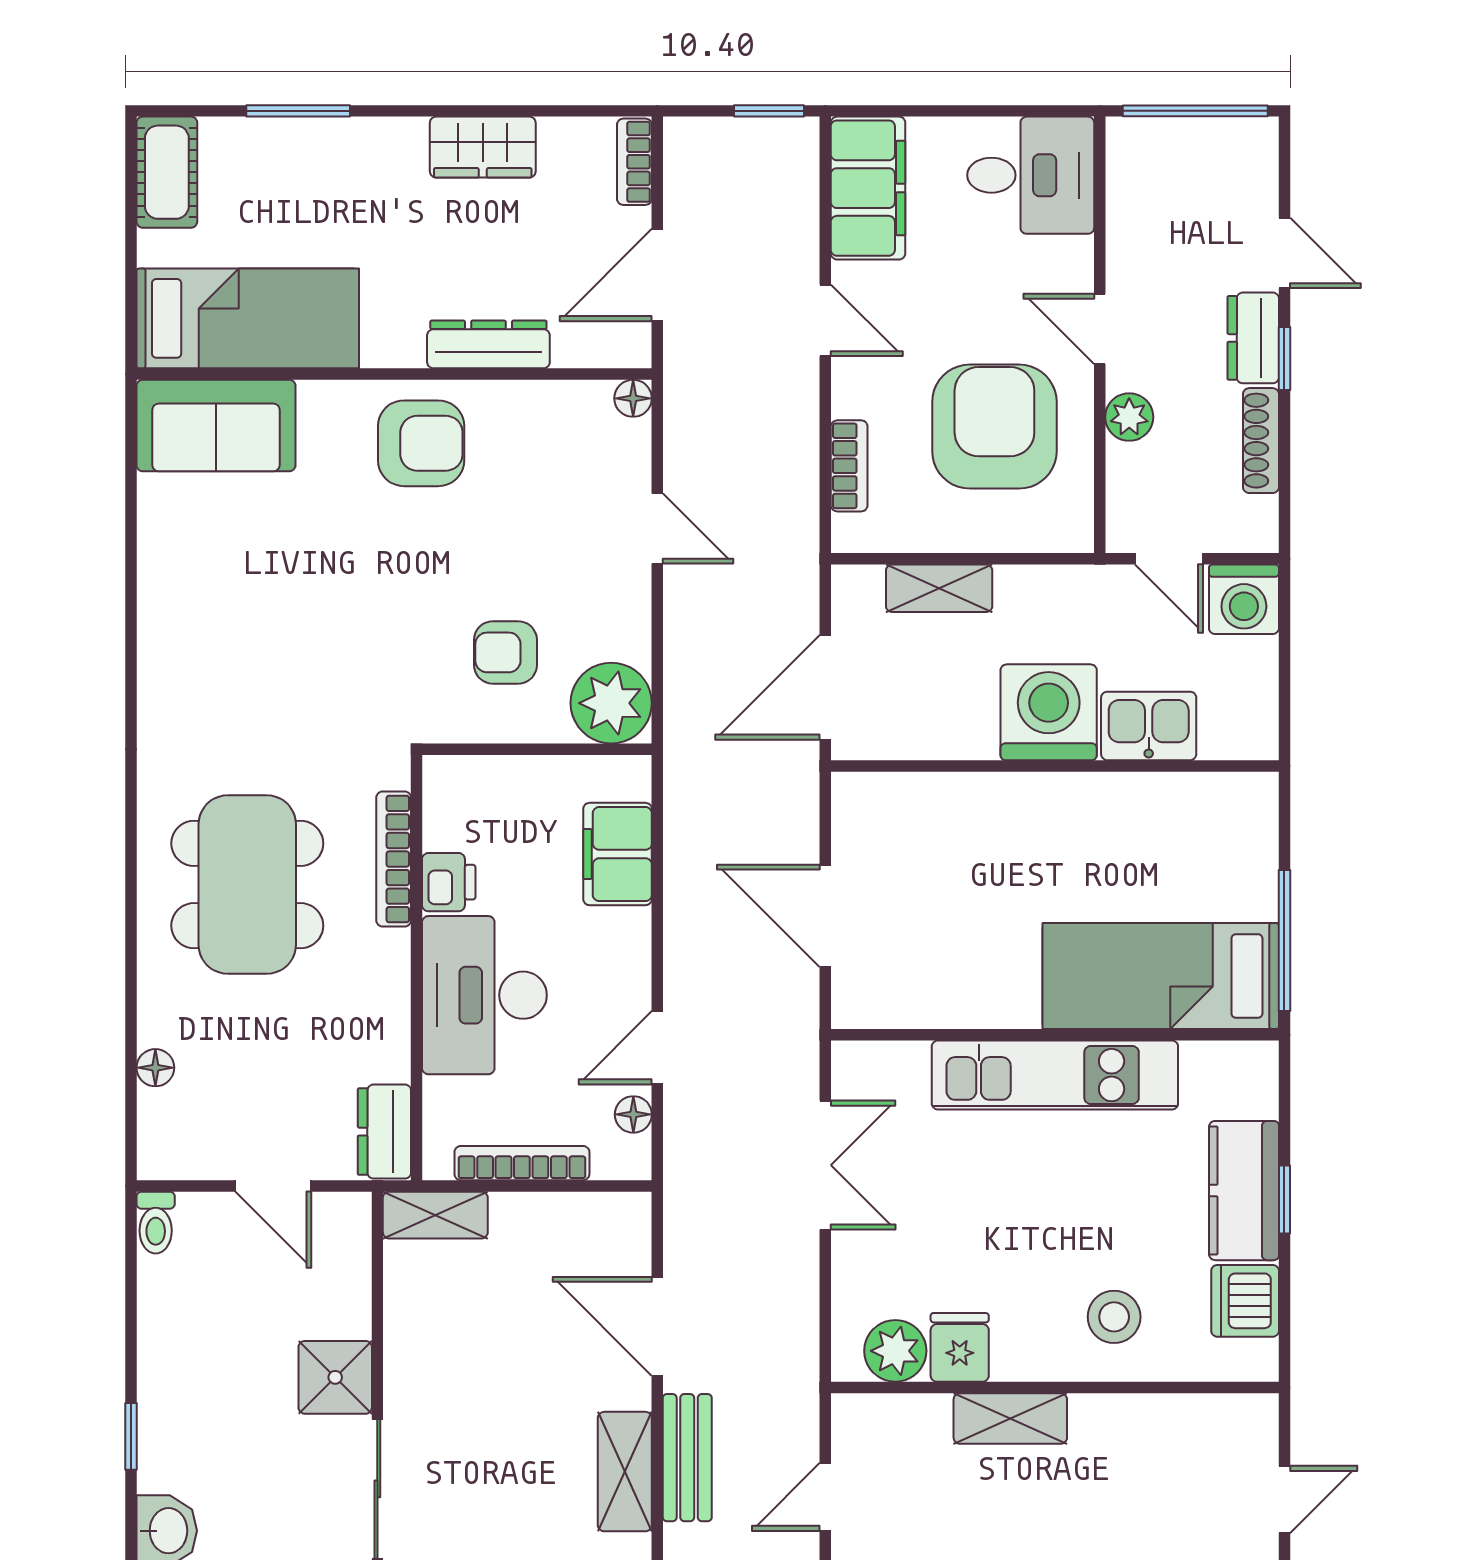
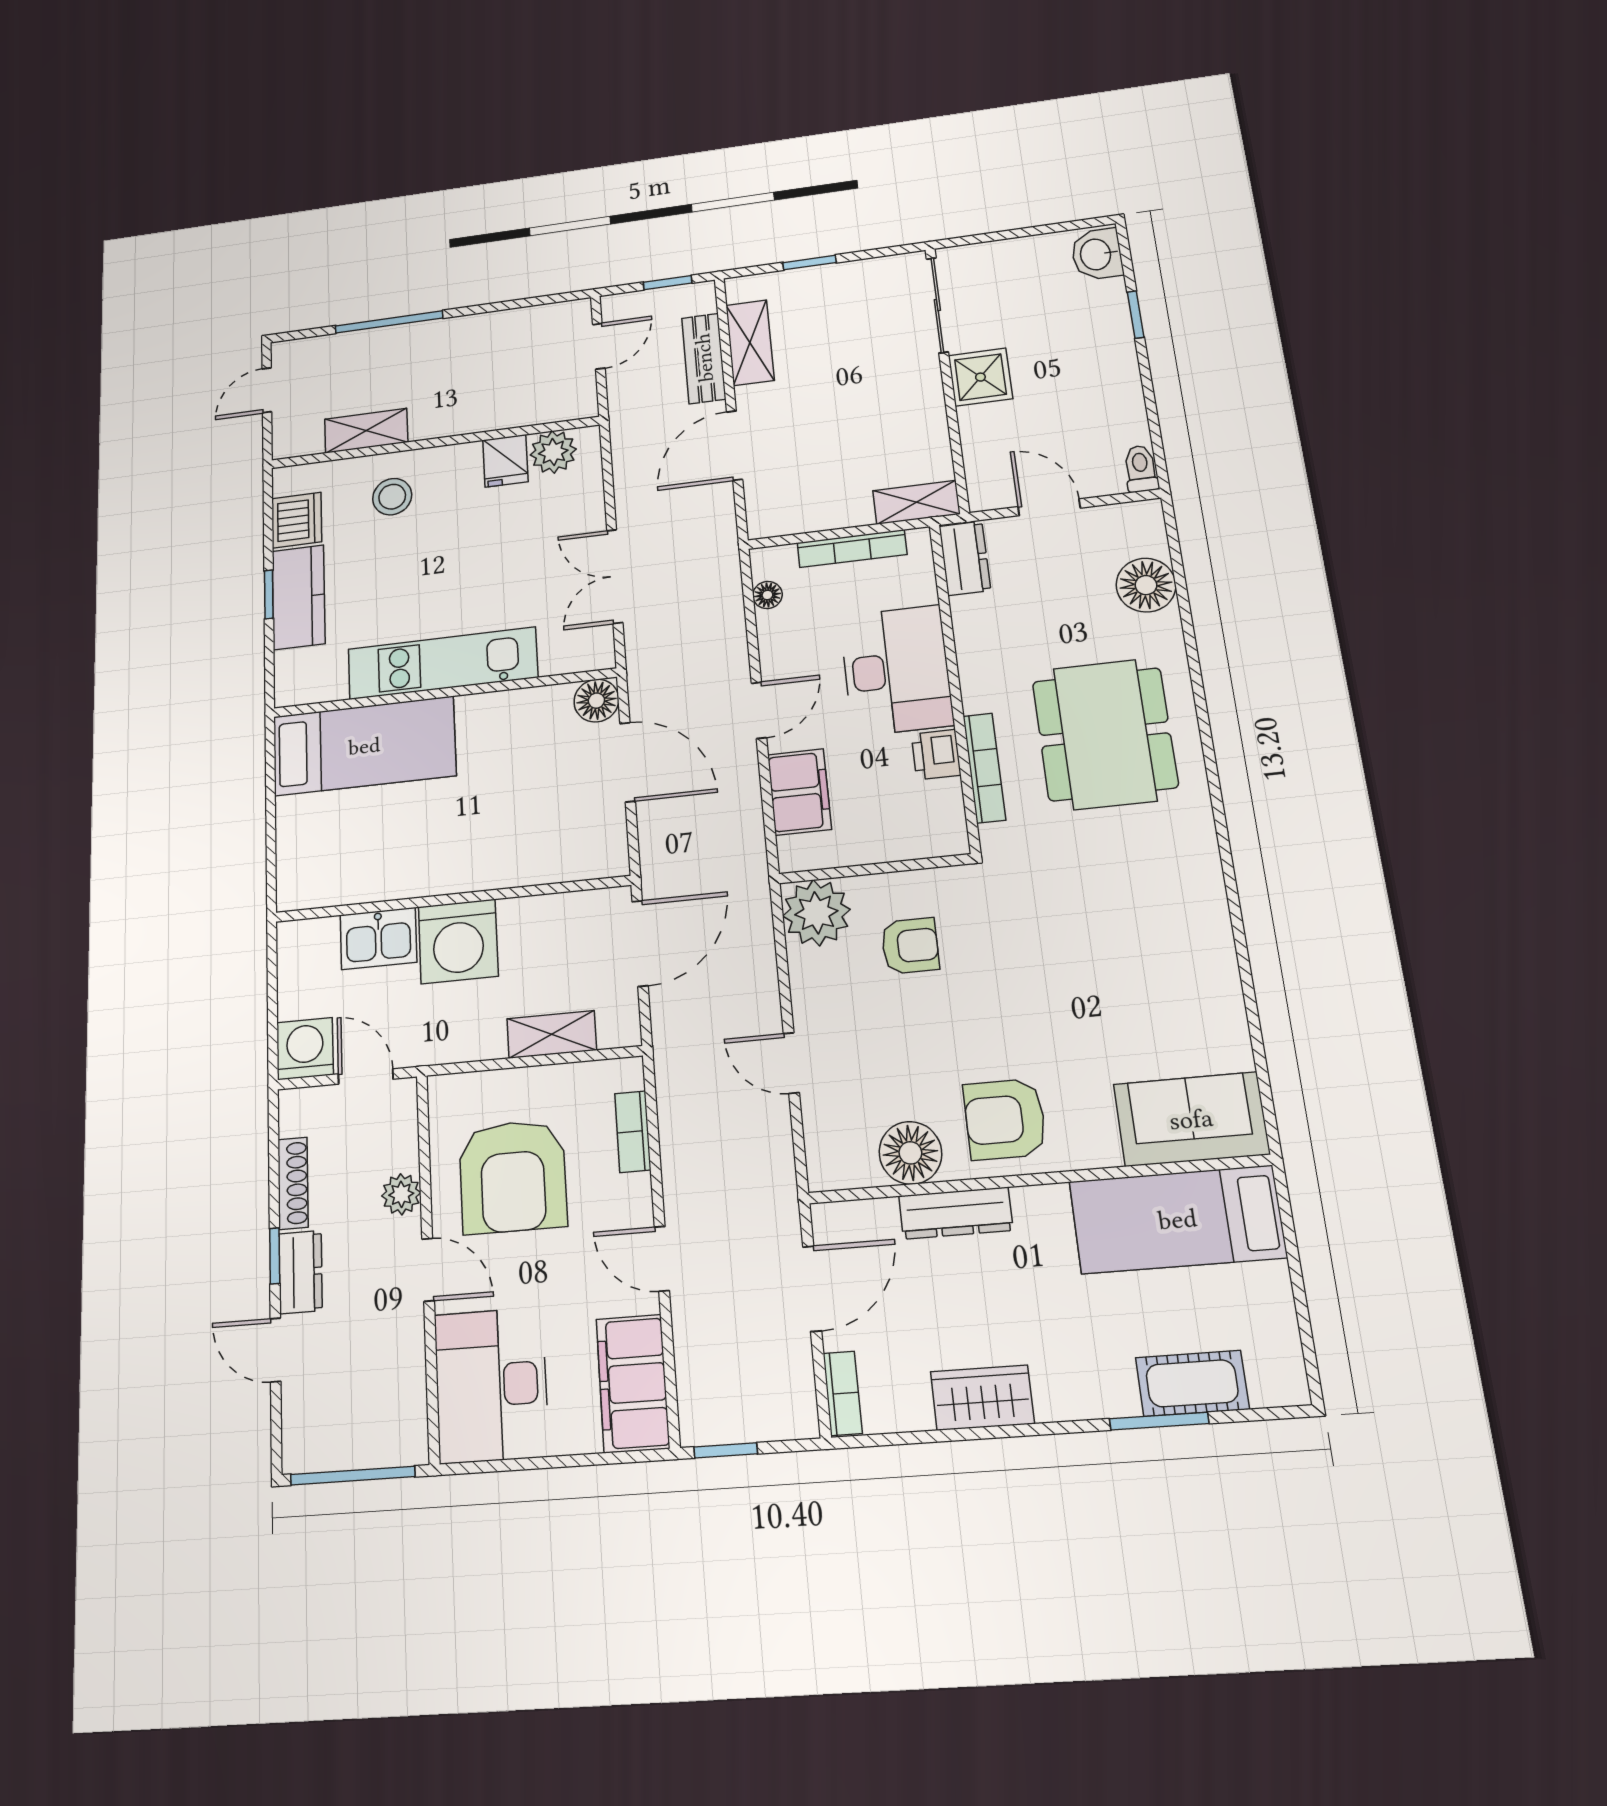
cot: (167, 172) -> (1192, 1383), moved, turned 90
desk: (1031, 175) -> (491, 1385), width x1.37
floor lamp: (633, 398) -> (910, 1153), moved, width x1.89, depth x1.89
window: (1284, 941) -> (270, 783), removed
floor lamp: (859, 1001) -> (596, 701), added
door: (657, 1048) -> (759, 710), moved
floor lamp: (155, 1068) -> (1146, 585), width x1.89, depth x1.89
door: (657, 1326) -> (735, 445), swing flipped
shelving: (1010, 1419) -> (366, 431), moved

